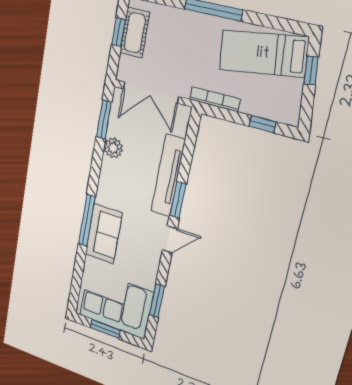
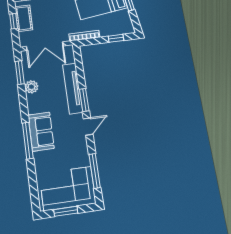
sofa: (104, 234) -> (41, 132), moved
window: (157, 301) -> (95, 171), width x1.44

